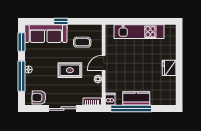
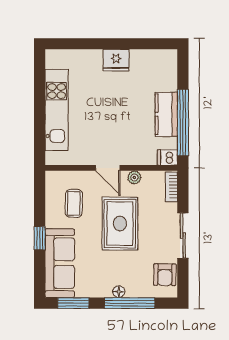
rug: (70, 70) -> (120, 224), width x1.36, depth x1.43

